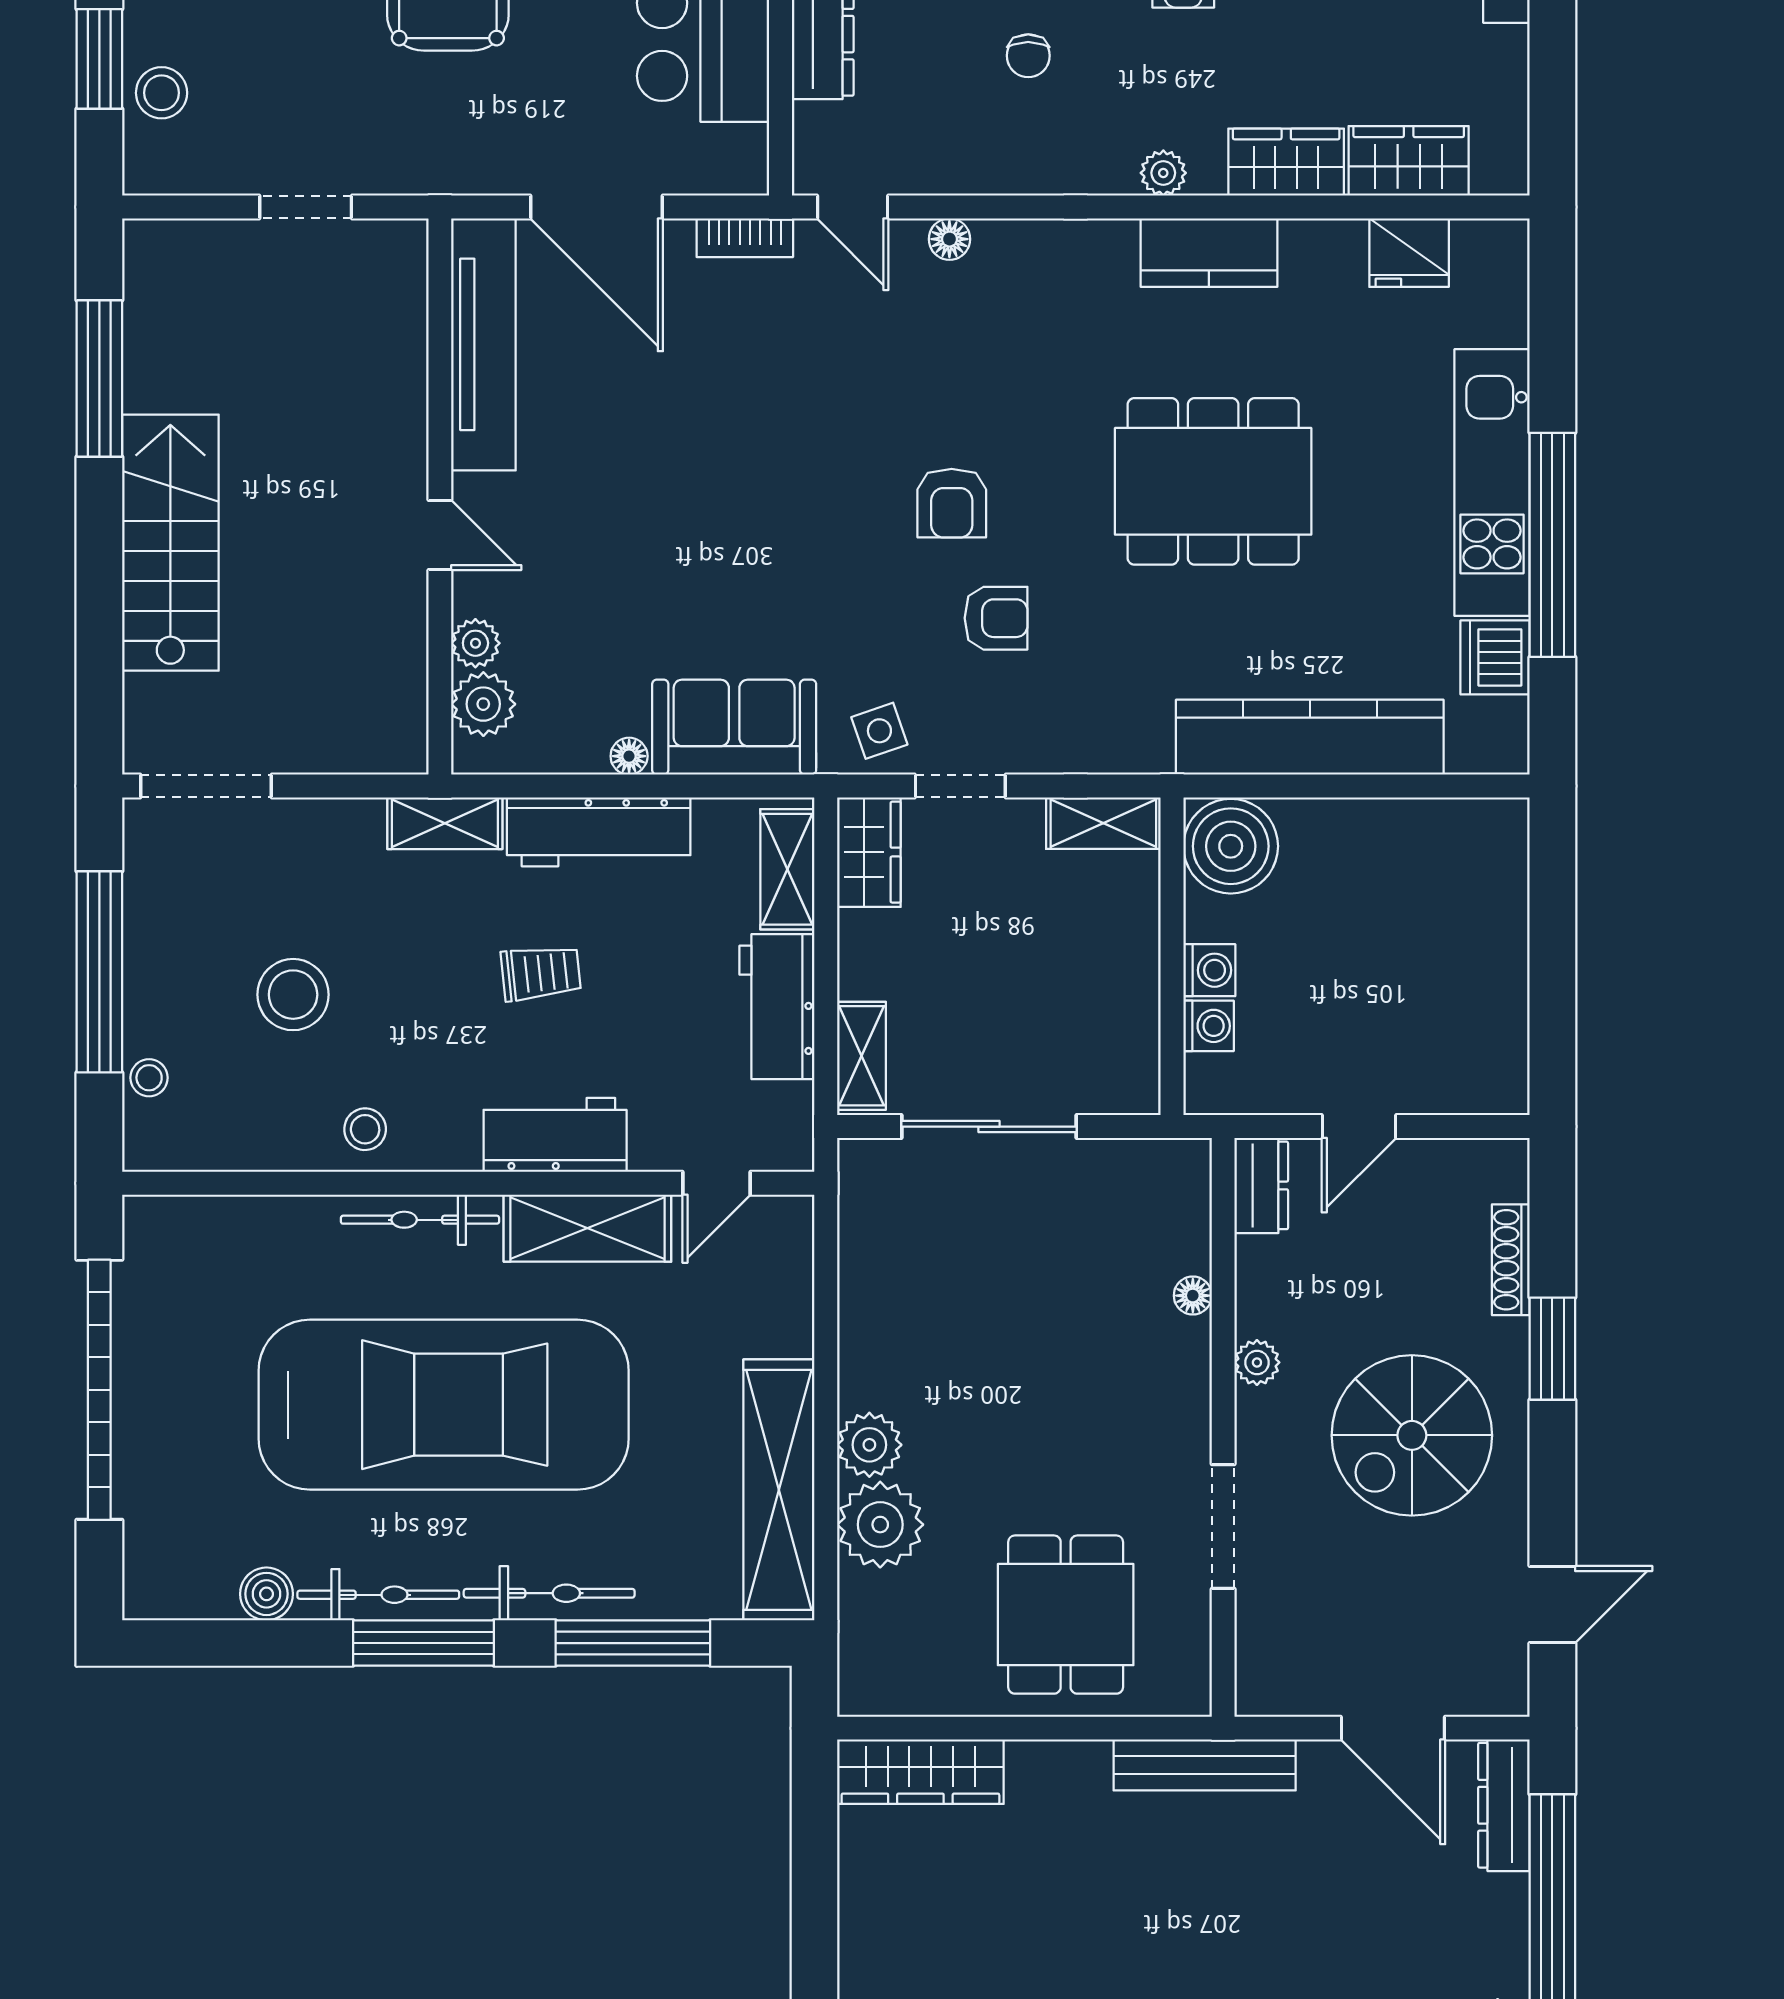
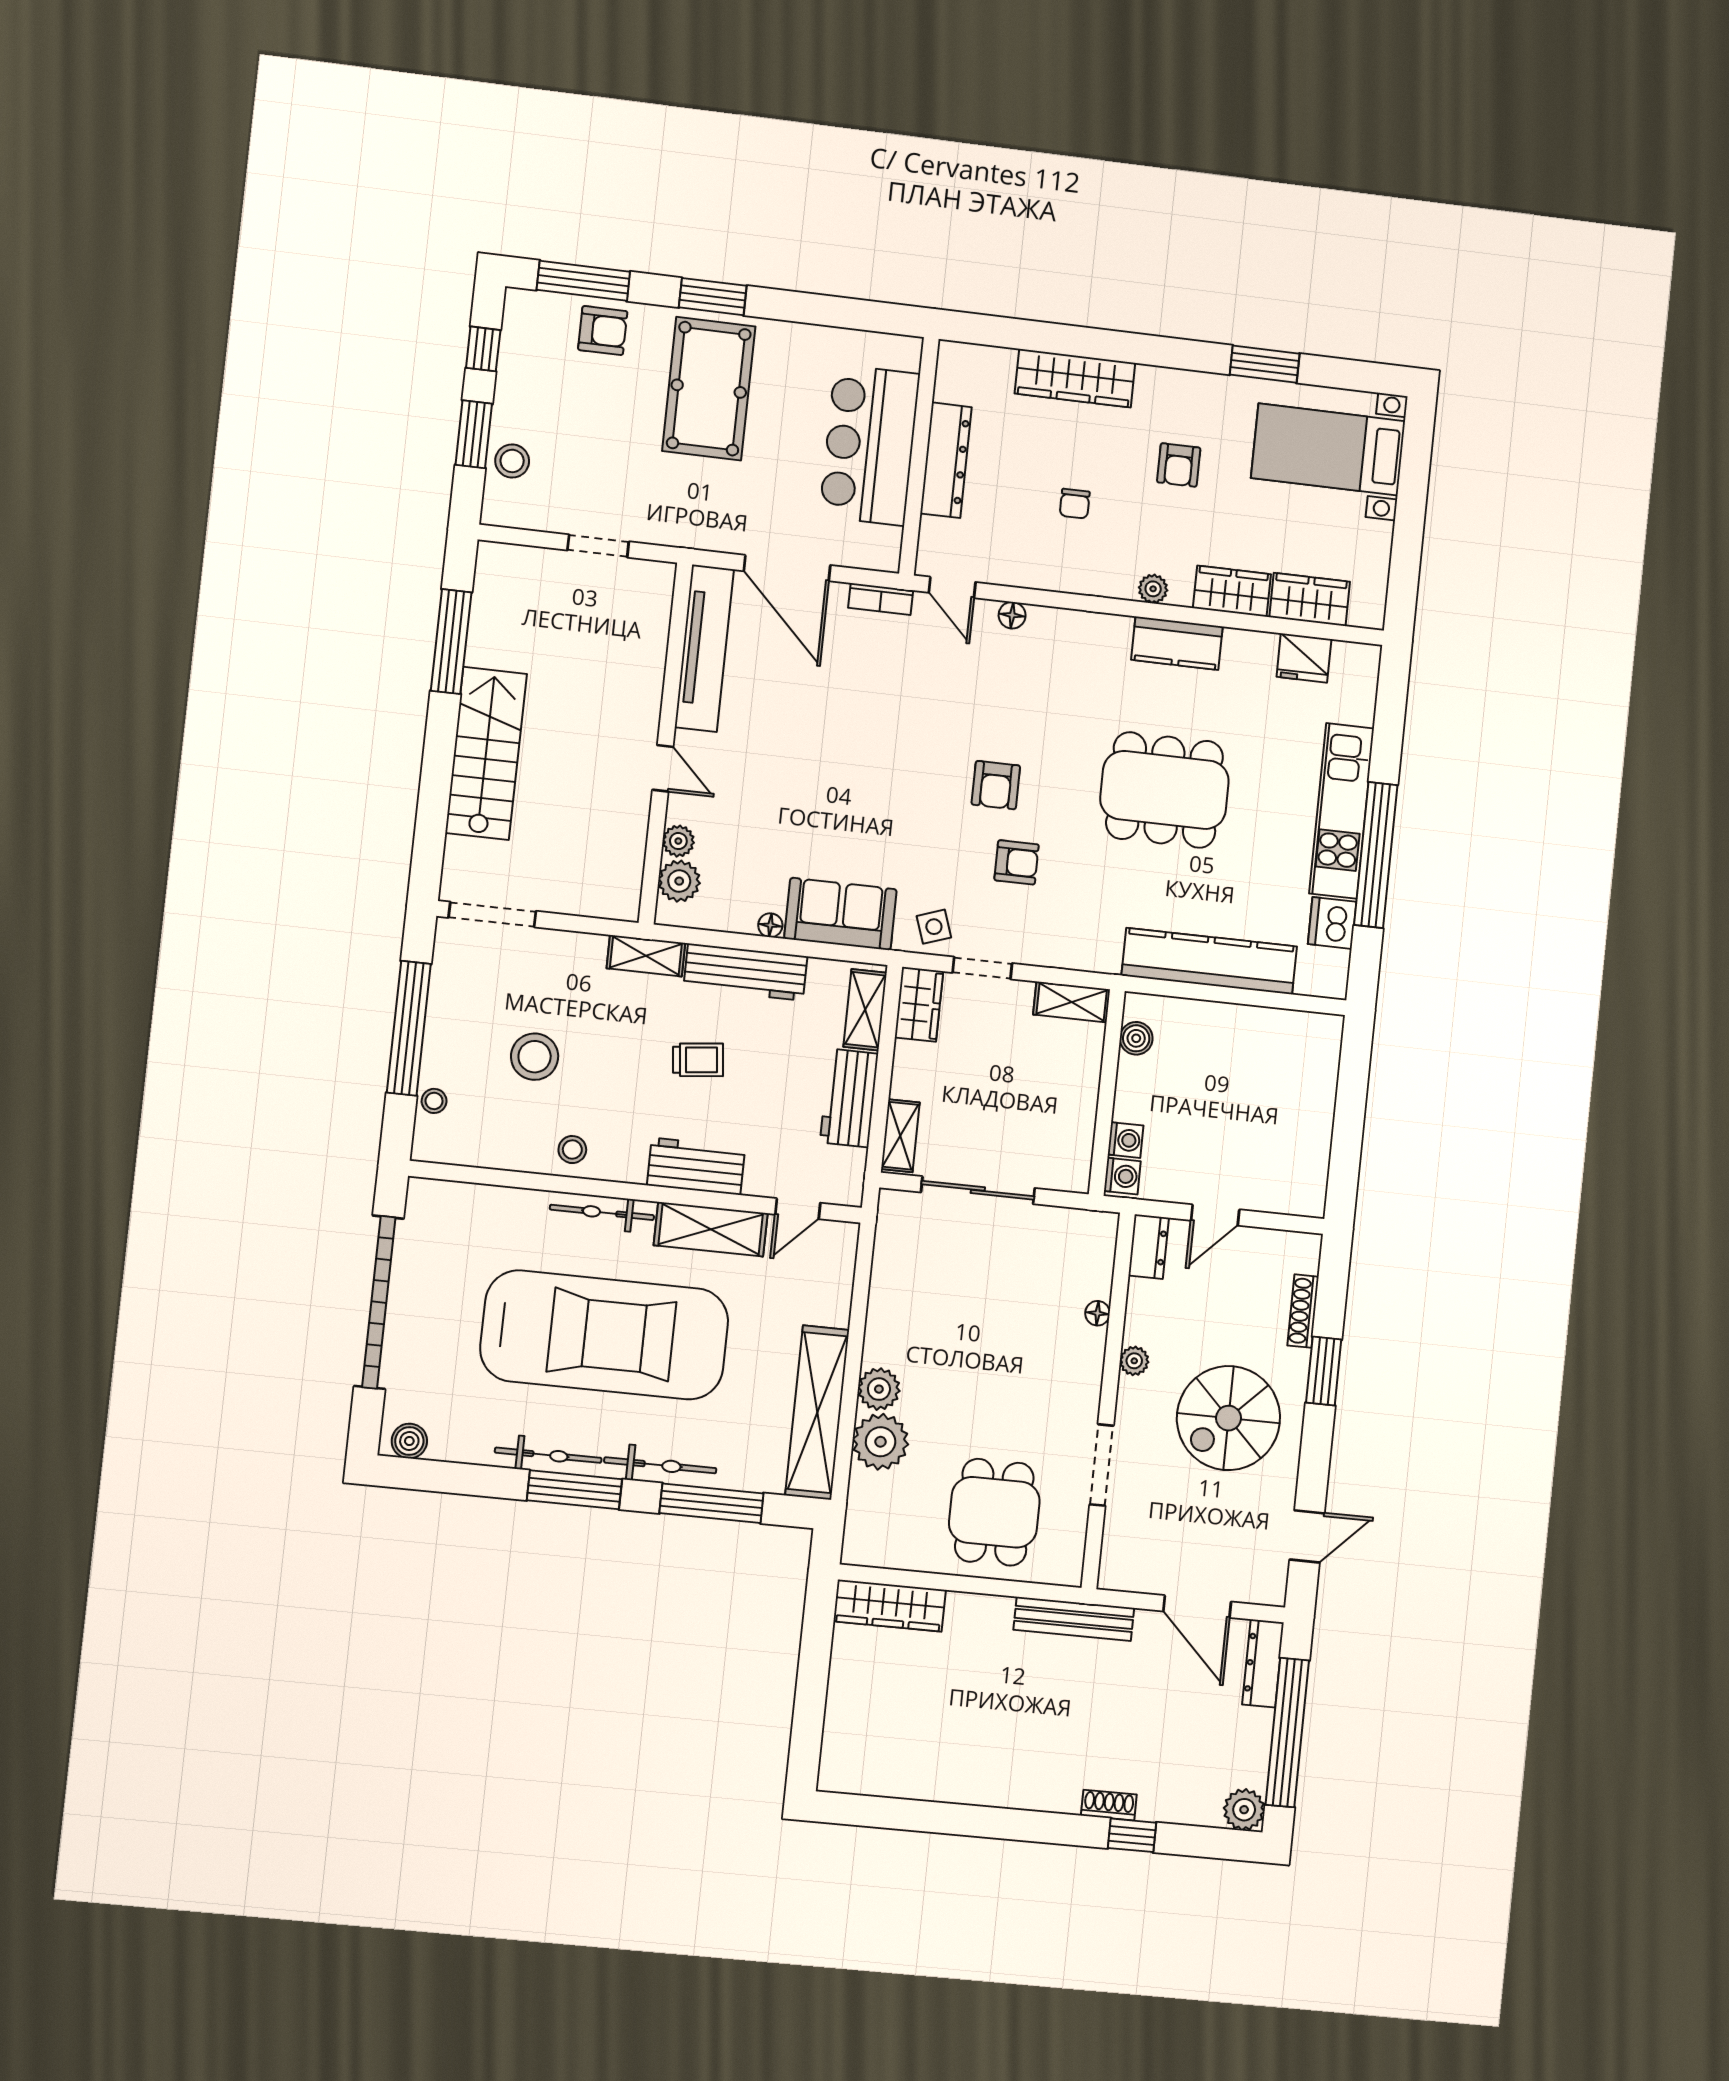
boiler: (1231, 846) -> (1136, 1038), width x0.54, depth x0.54
washing machine: (1209, 970) -> (1122, 1176), moved
boiler: (266, 1594) -> (409, 1441), moved

